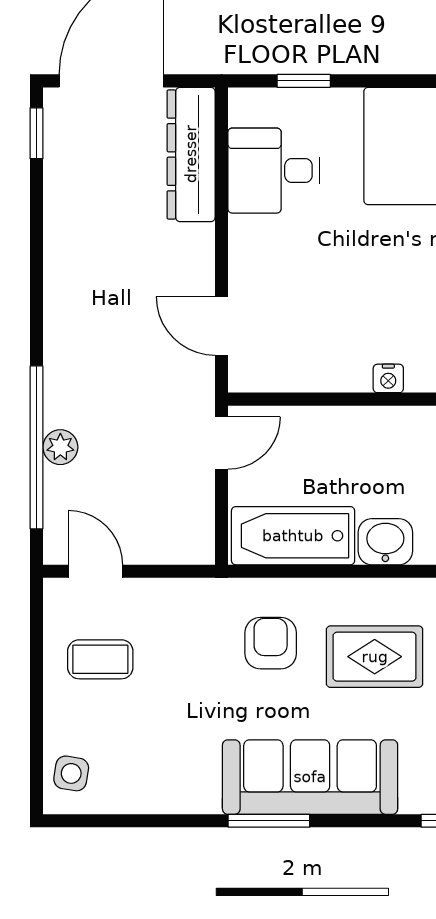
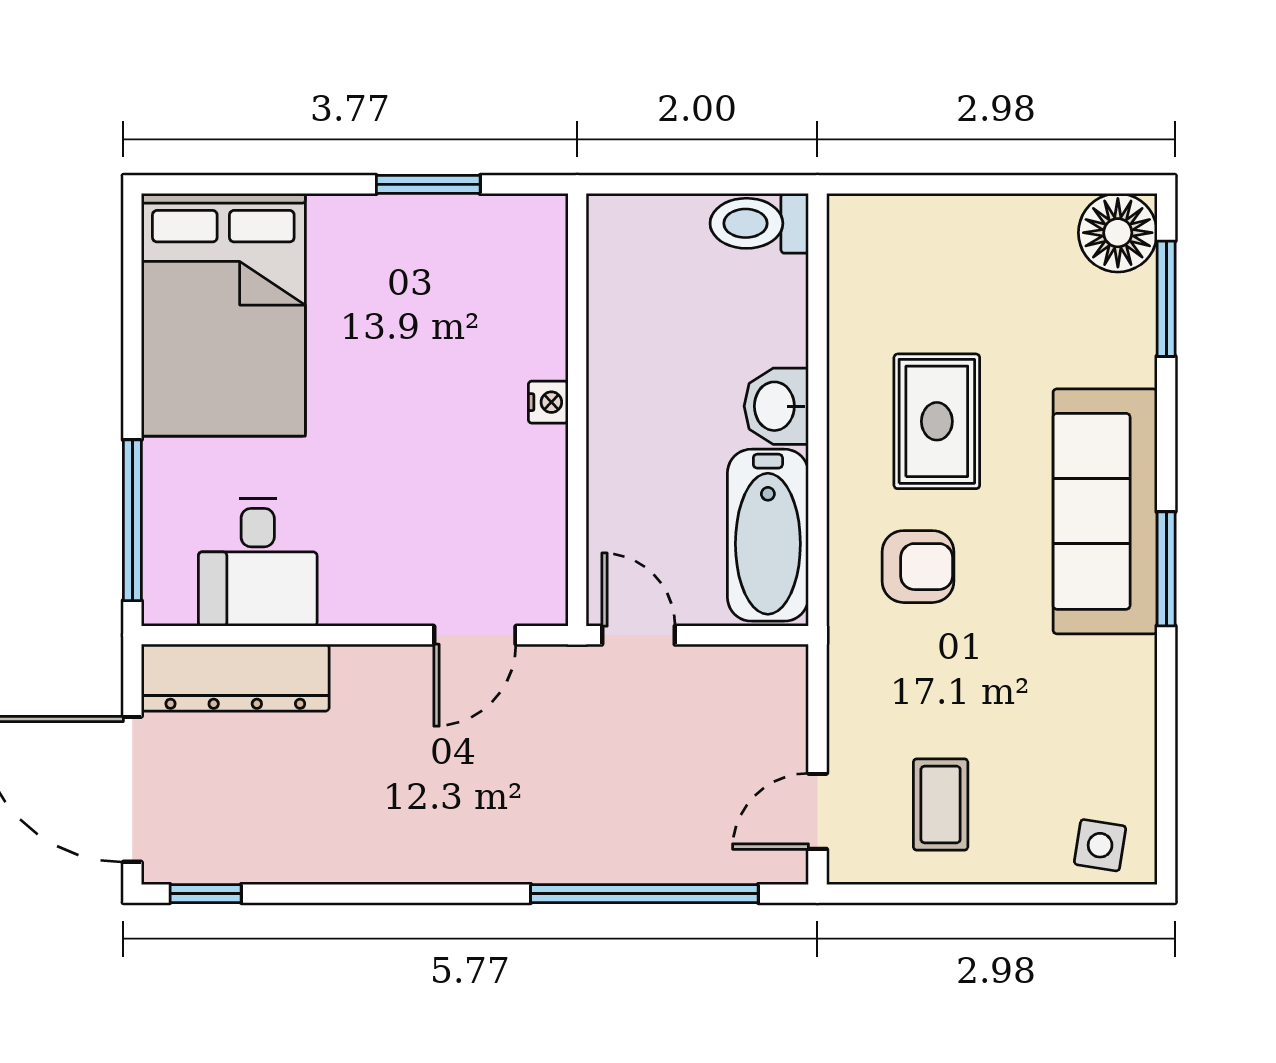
window: (304, 81) -> (132, 520), width x2.17
plant: (60, 447) -> (644, 860), removed
armchair: (271, 643) -> (918, 567), turned 180

